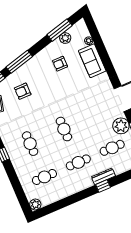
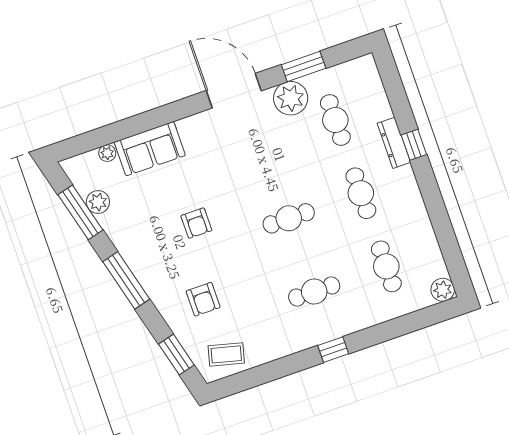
window: (19, 62) -> (126, 280), moved
armchair: (60, 64) -> (196, 223), moved

